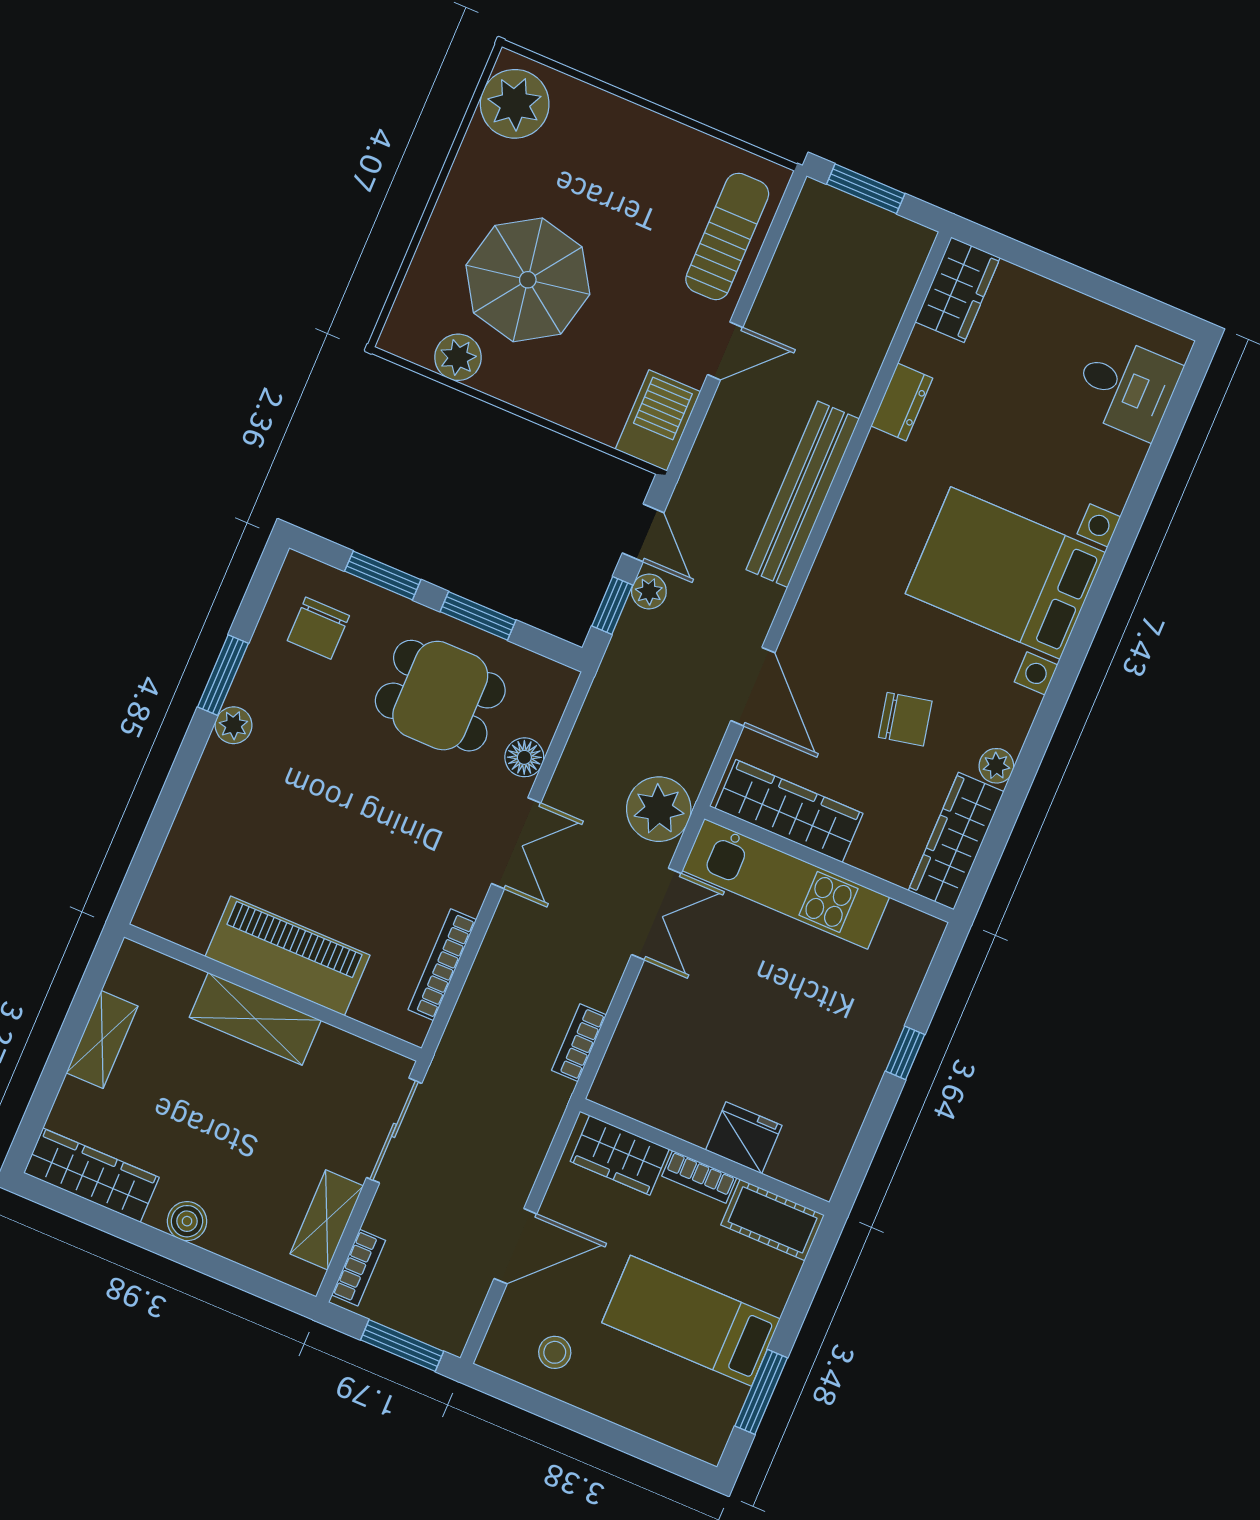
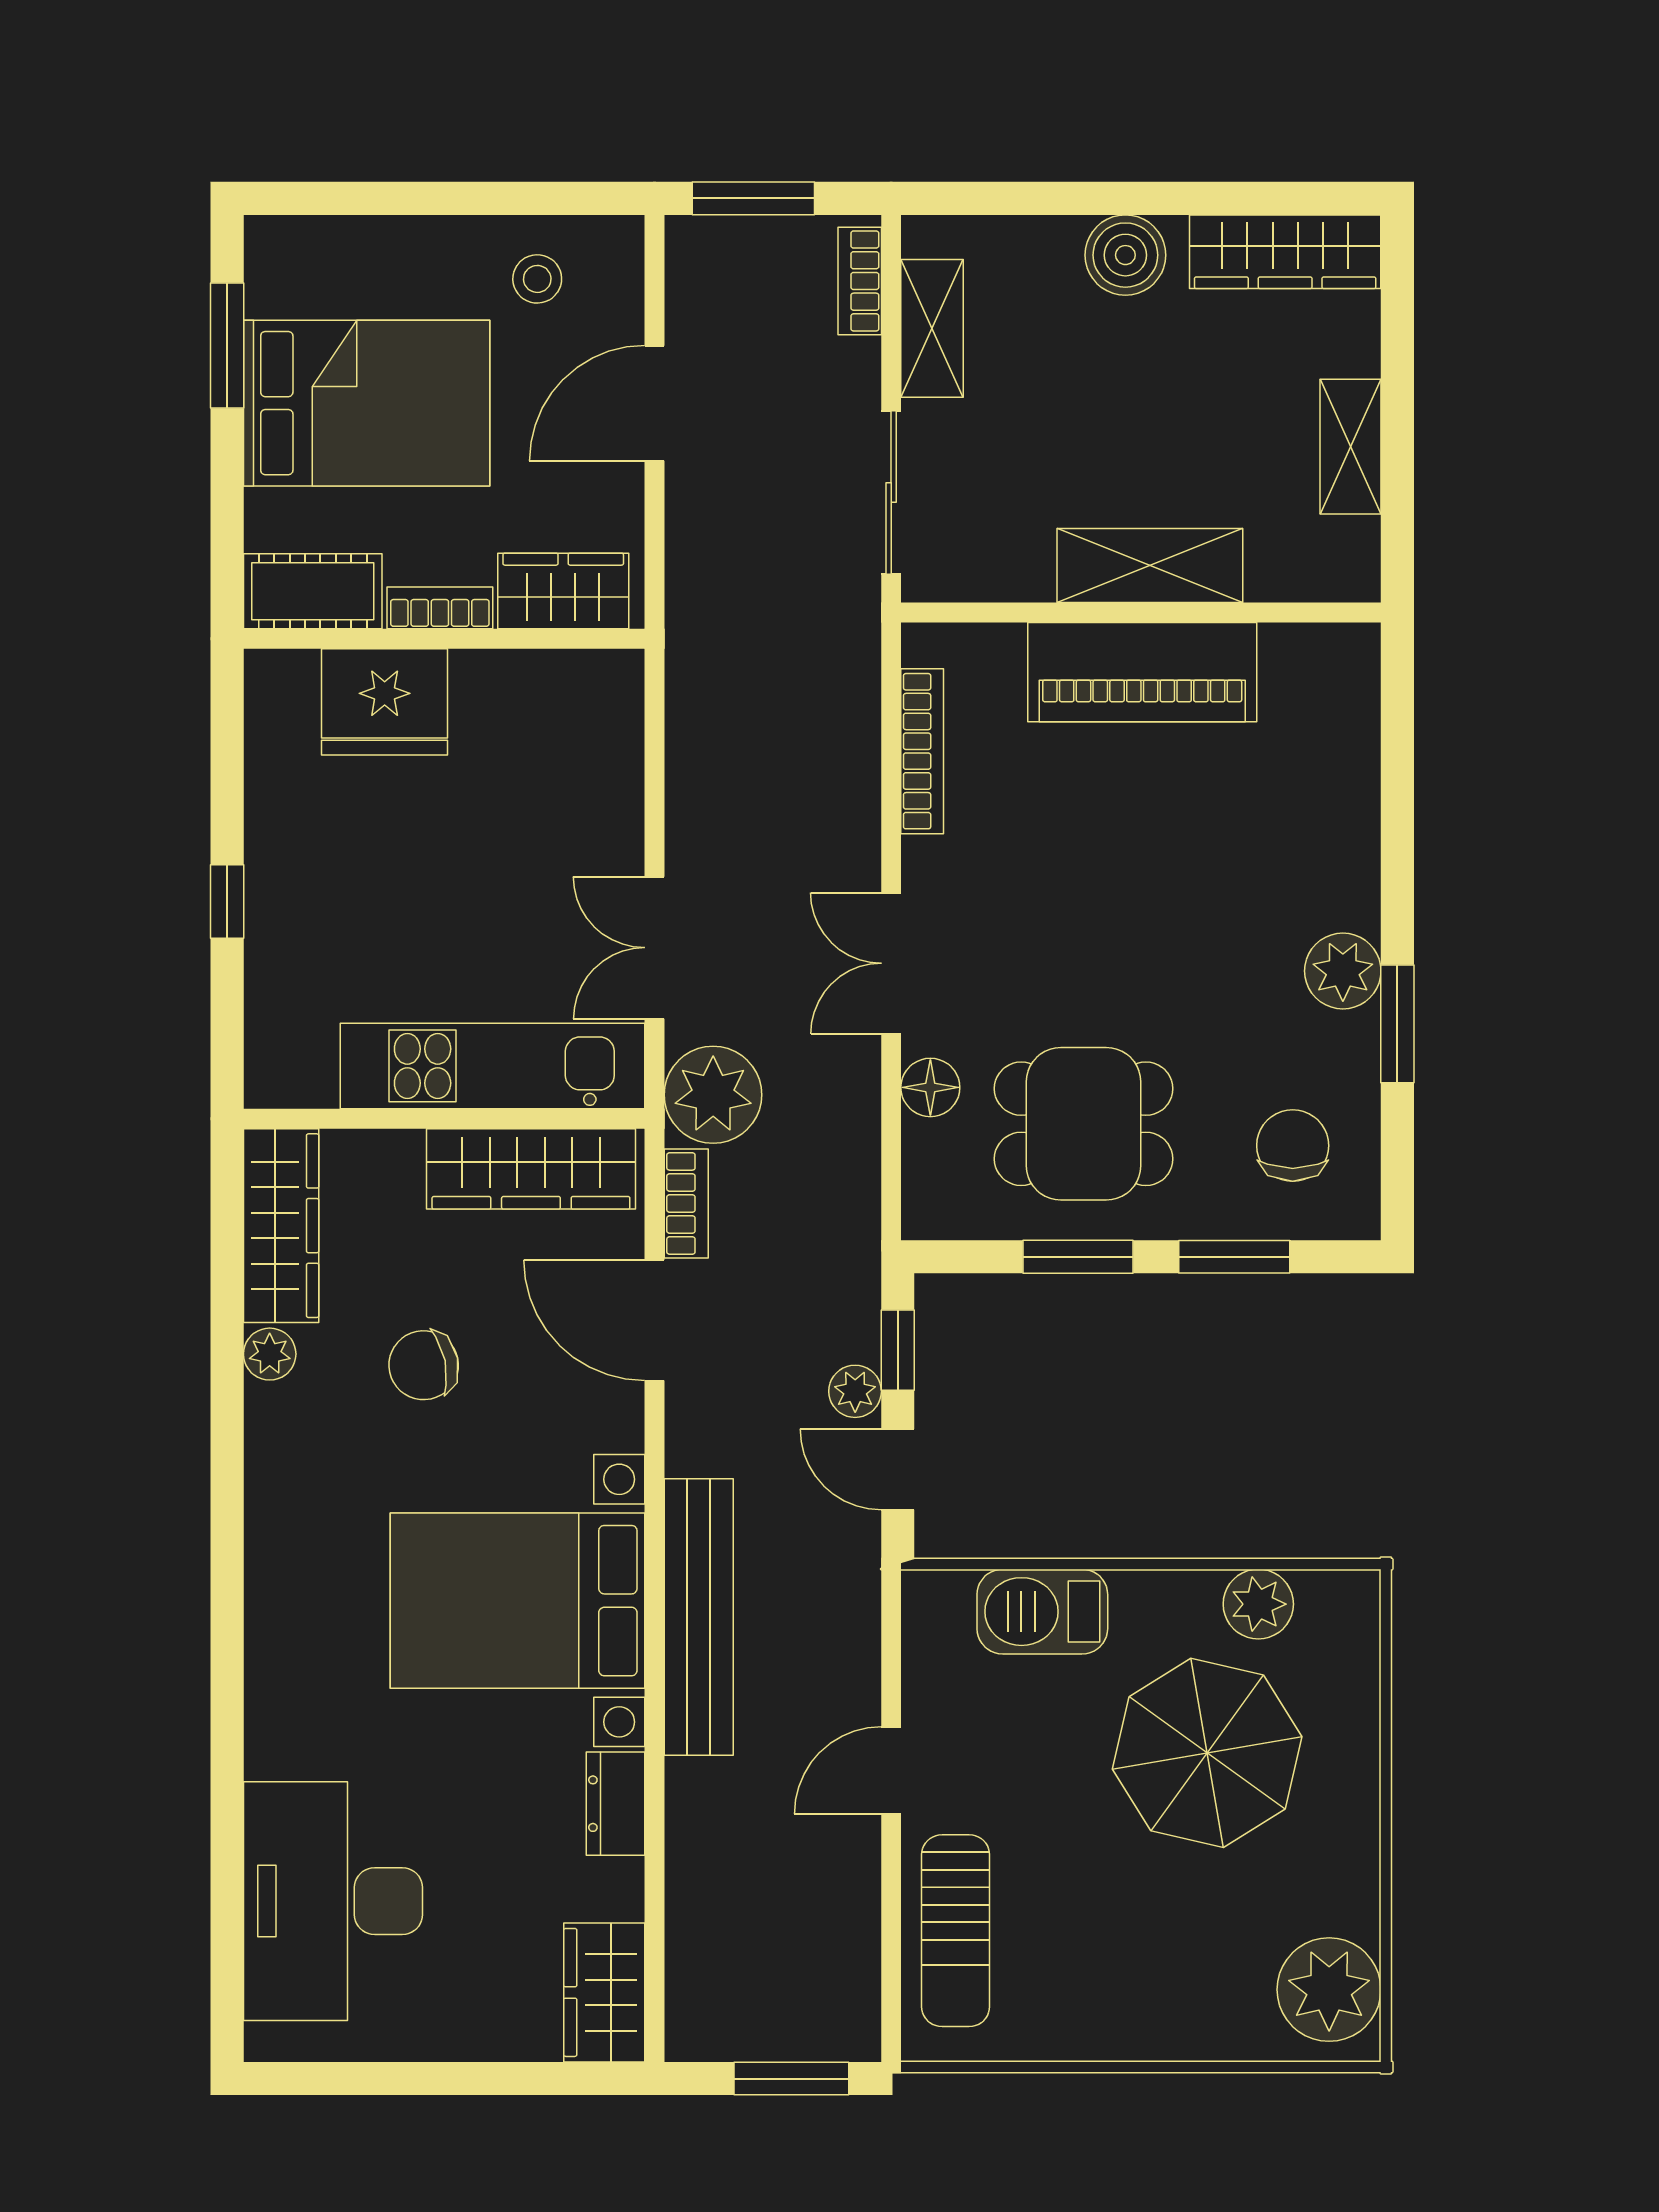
desk: (1126, 387) -> (333, 1901), width x1.87, depth x1.30
barbecue: (658, 420) -> (1042, 1612), moved, turned 90
bed with nightstands: (1005, 573) -> (517, 1601), moved, turned 180
plant: (234, 725) -> (1343, 971), width x1.38, depth x1.38
bookcase: (579, 1043) -> (686, 1203), moved
fridge: (744, 1138) -> (385, 702), width x1.36, depth x1.34
boiler: (187, 1221) -> (1125, 255), width x1.36, depth x1.36
bed: (691, 1321) -> (367, 403), width x1.50

